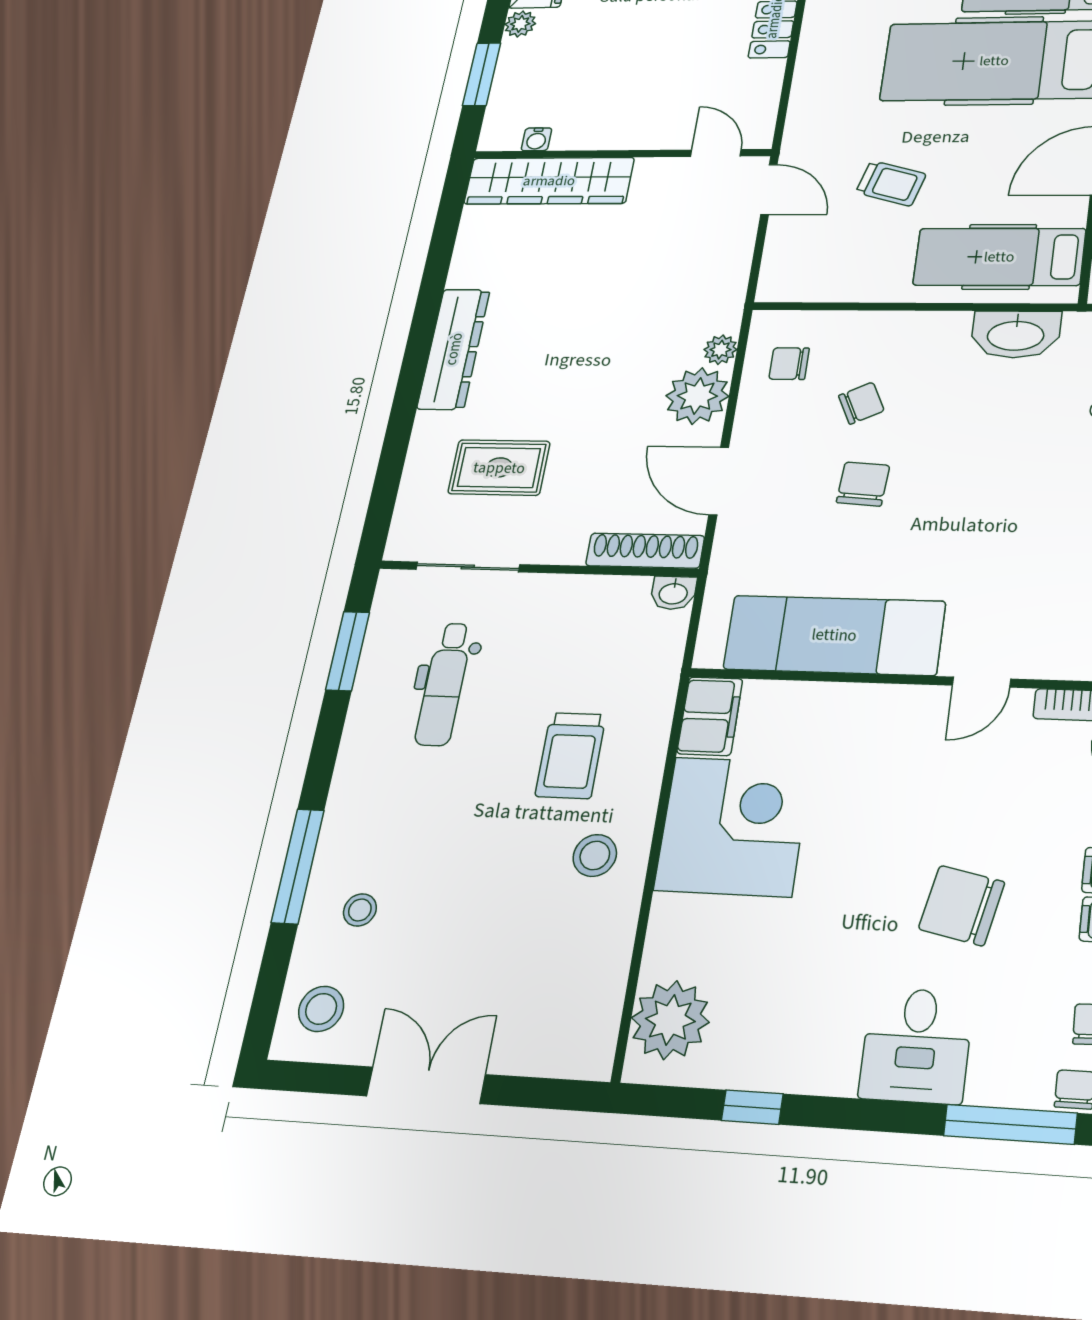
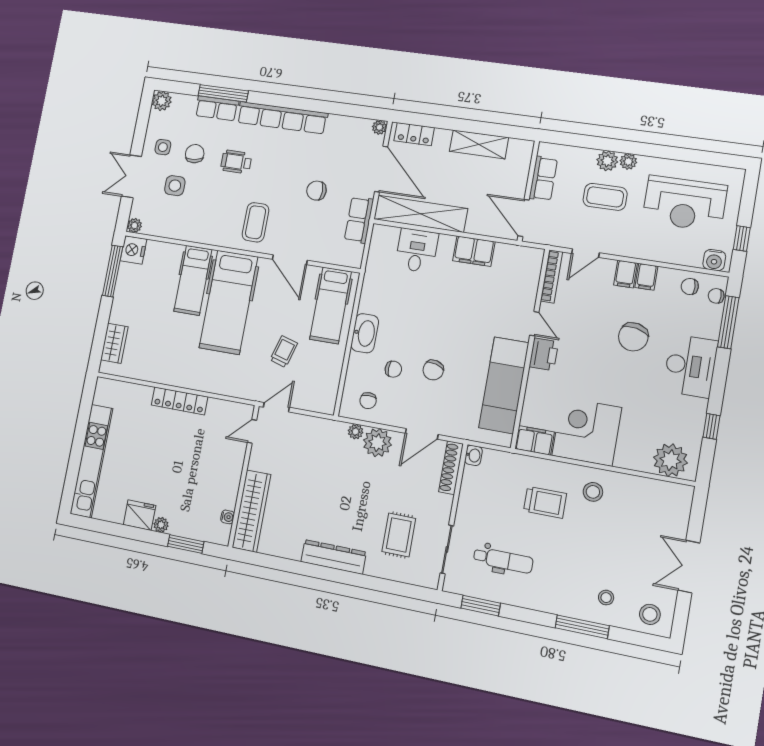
washbasin: (1016, 334) -> (365, 333), moved
chair: (861, 403) -> (393, 369), turned 116
chair: (863, 484) -> (433, 370), turned -79
printer: (910, 711) -> (544, 354), added
desk: (916, 1045) -> (690, 366), width x1.37

